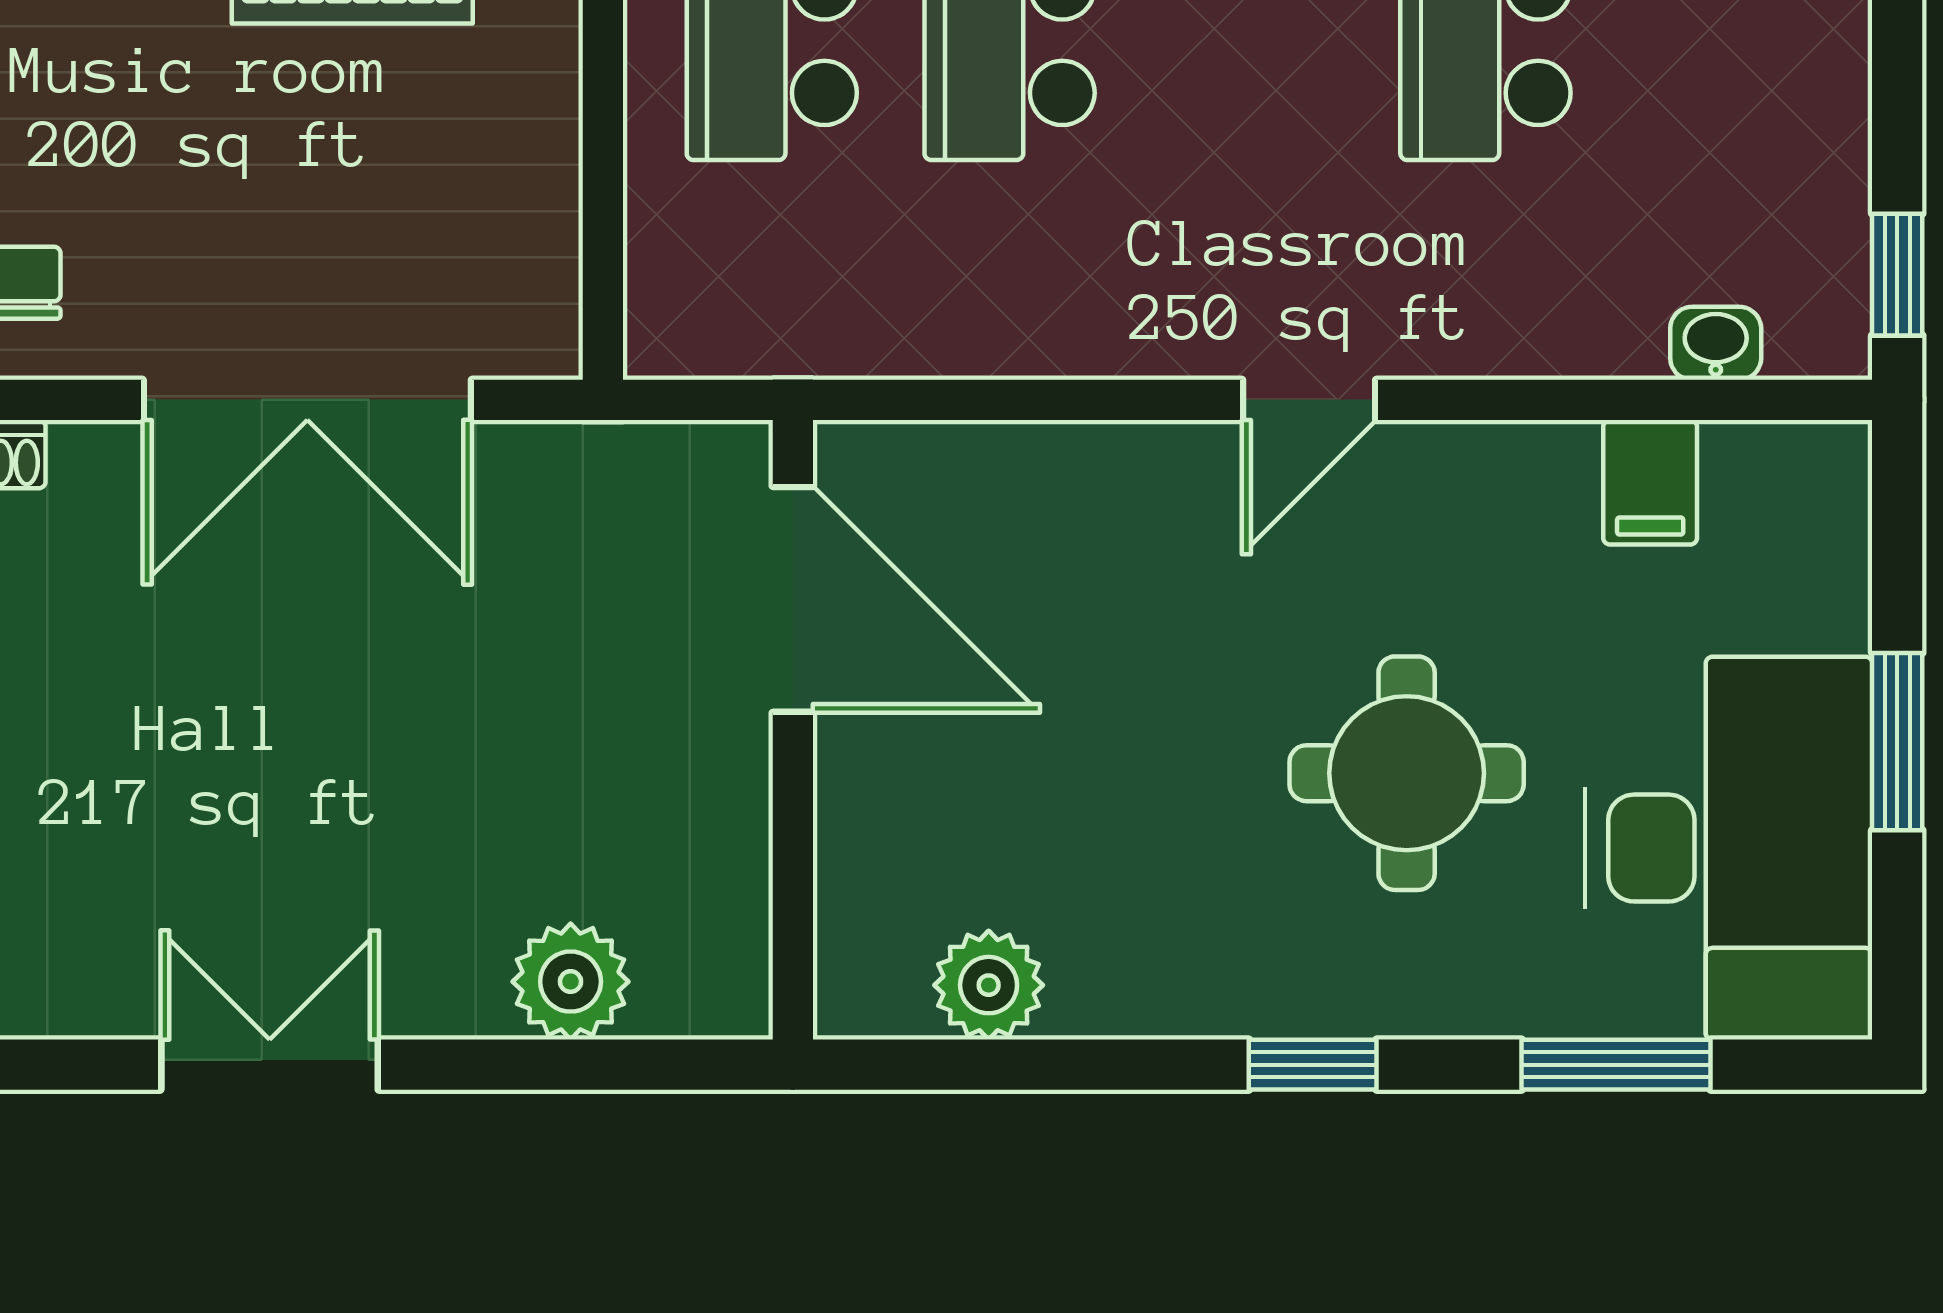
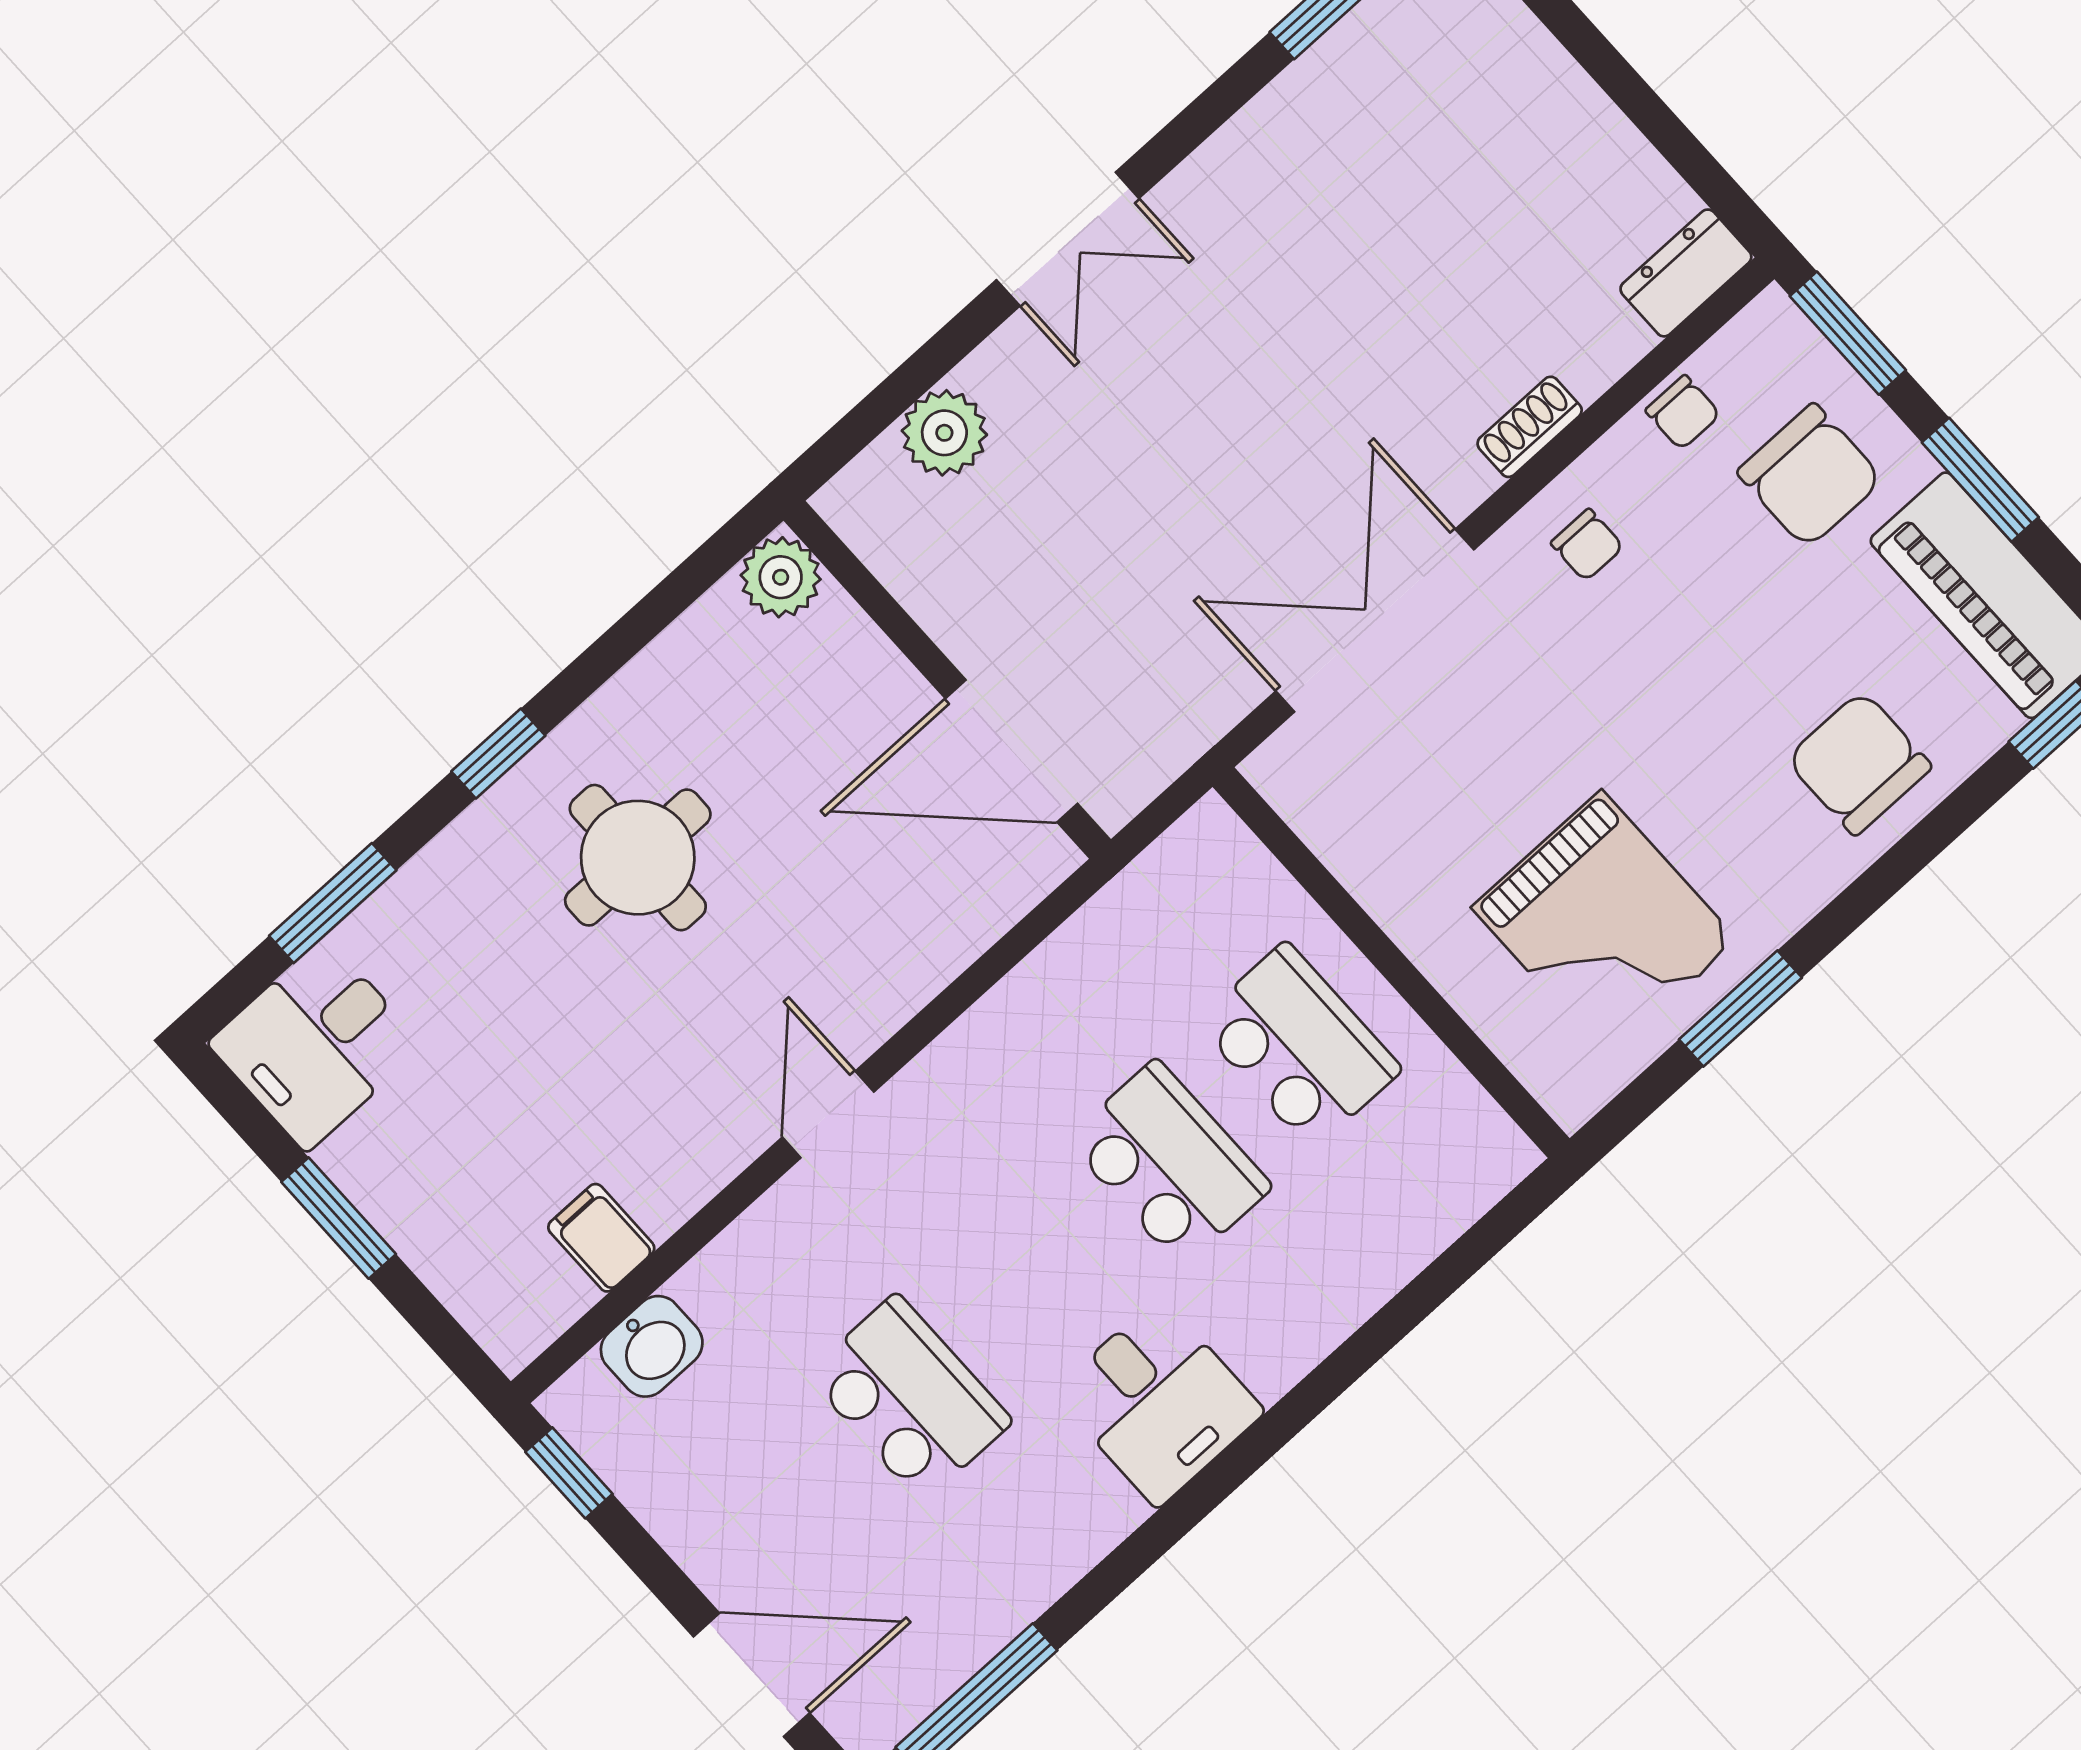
washbasin: (1716, 343) -> (652, 1346), width x1.38, depth x1.45
round table: (1407, 773) -> (638, 858), moved
desk: (1729, 848) -> (316, 1044), width x0.53, depth x0.77
plant: (989, 985) -> (781, 577), moved

